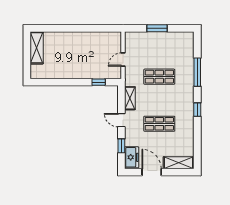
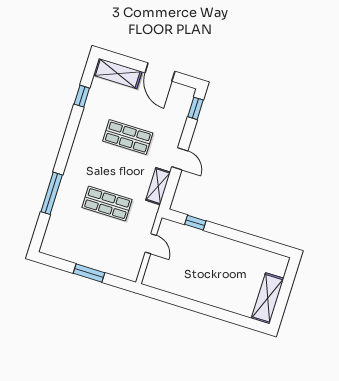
door: (123, 60) -> (151, 244), hinge flipped
window: (197, 110) -> (82, 96), moved
window: (121, 146) -> (195, 108), moved
freezer: (132, 157) -> (182, 102), removed

